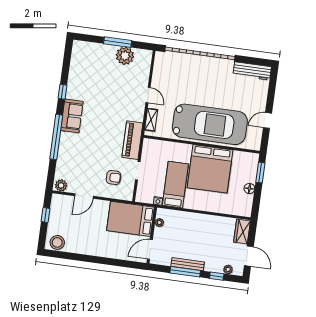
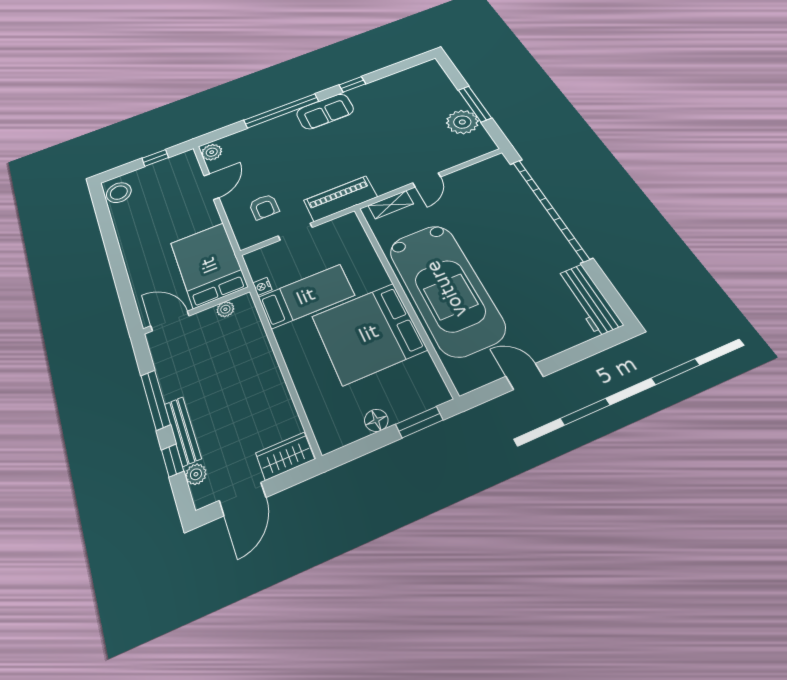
door: (84, 196) -> (211, 187), swing flipped
bench: (188, 264) -> (183, 431), moved

